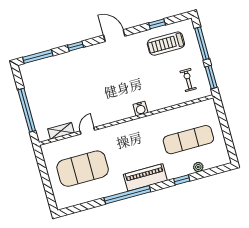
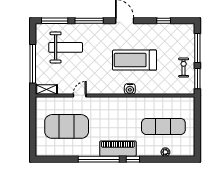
treadmill: (166, 44) -> (135, 60), moved, width x1.37, depth x1.37
window: (76, 46) -> (89, 21), width x2.17
exercise bike: (188, 80) -> (184, 67), moved
weight bench: (58, 82) -> (66, 47), added
shelving: (61, 131) -> (47, 89), moved
window: (182, 180) -> (133, 159), moved

